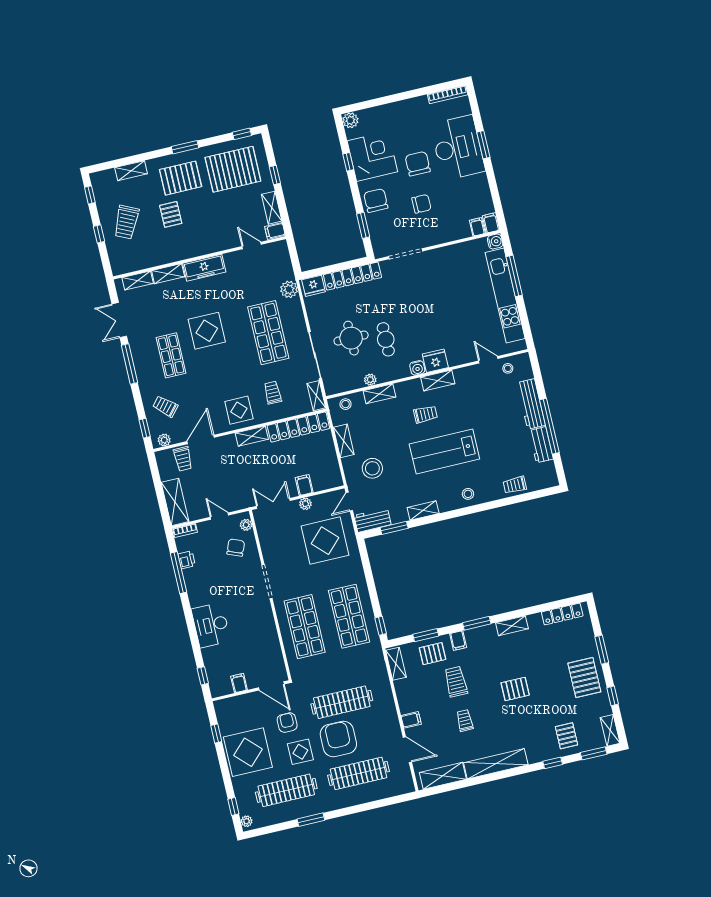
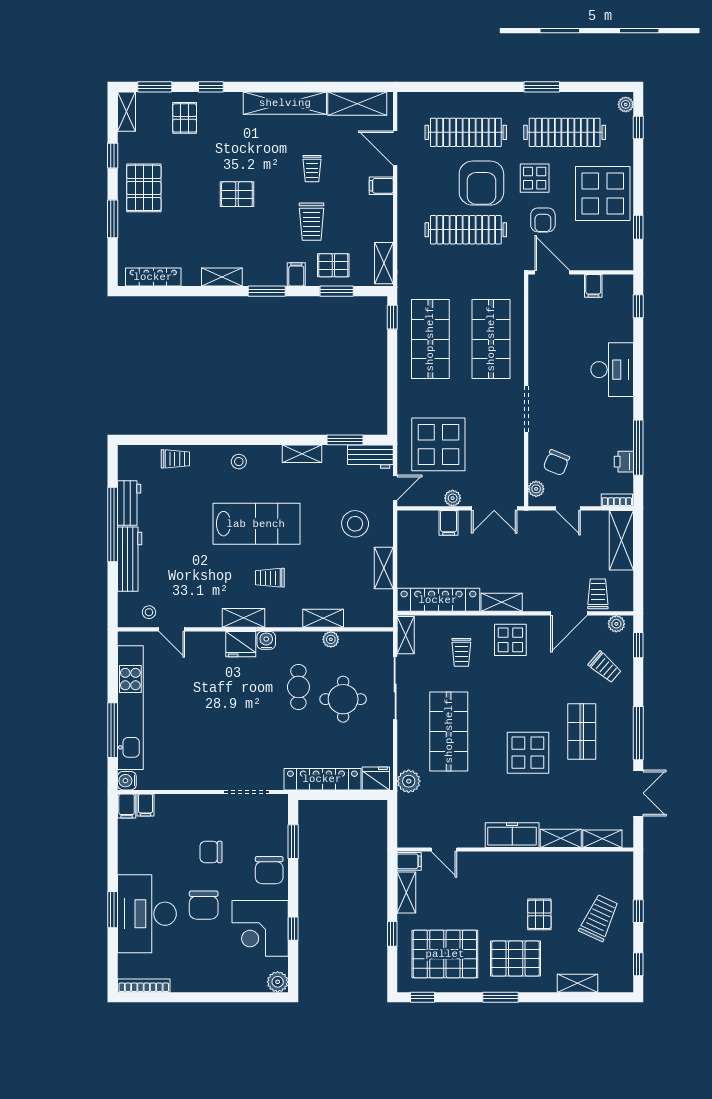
stool: (346, 404) -> (370, 615), removed

